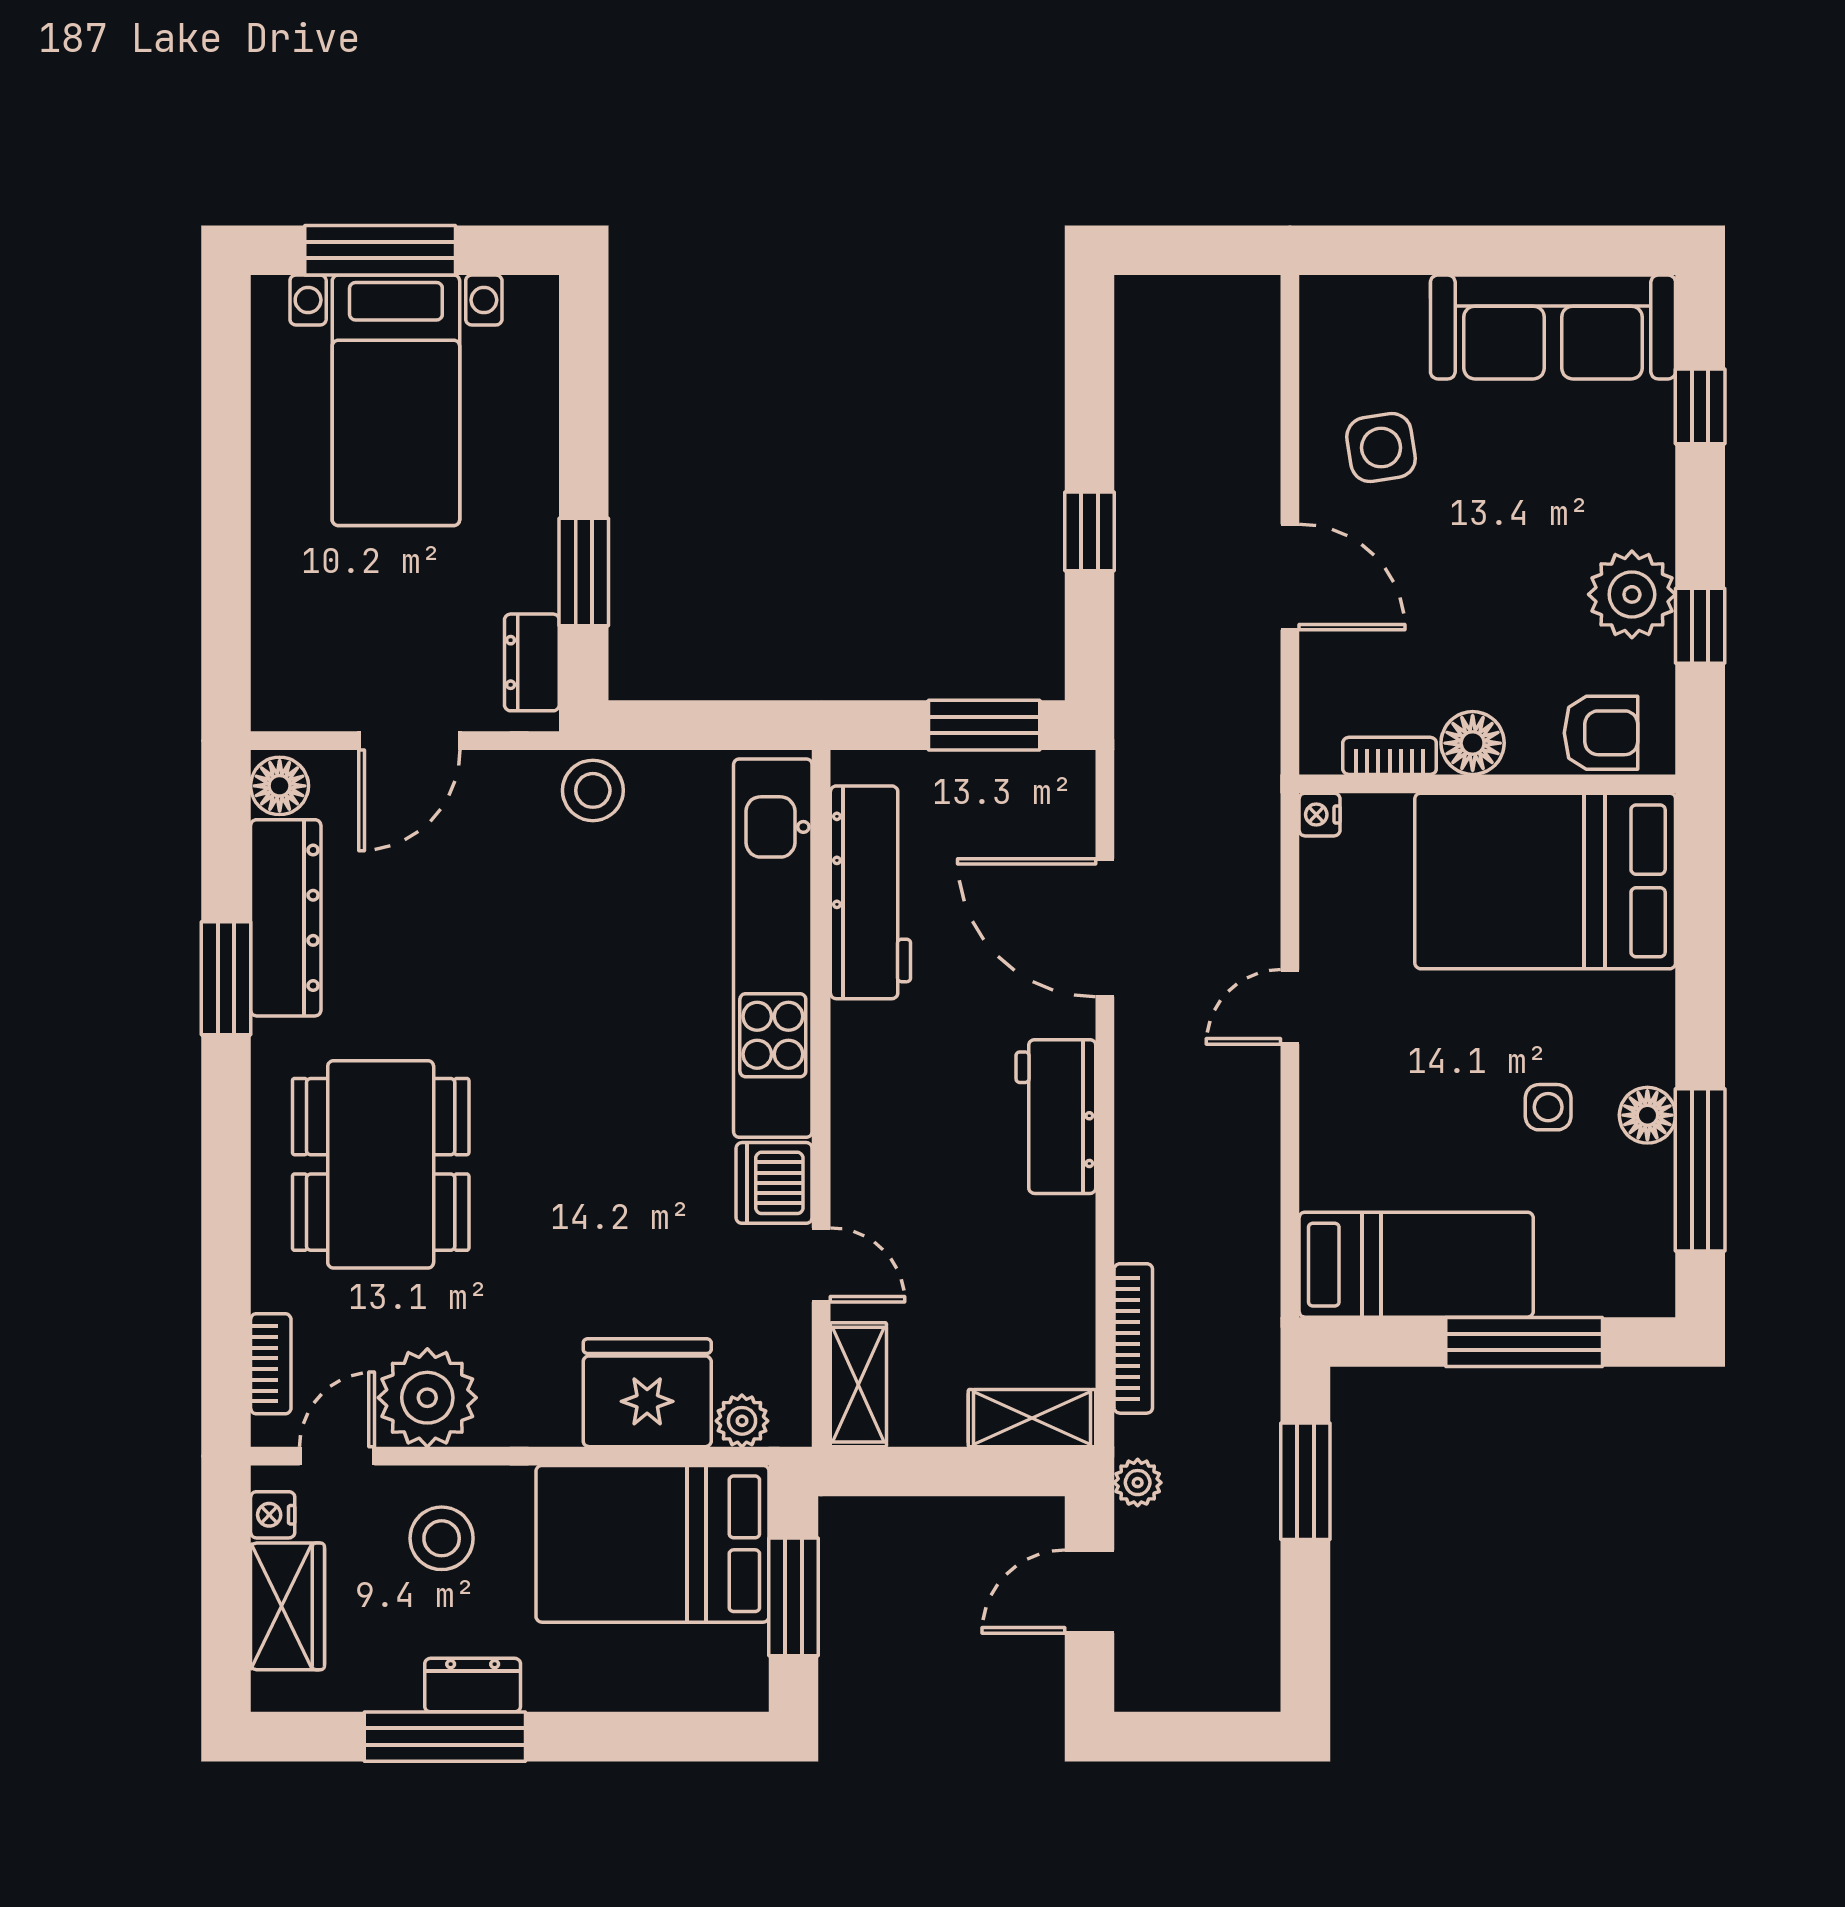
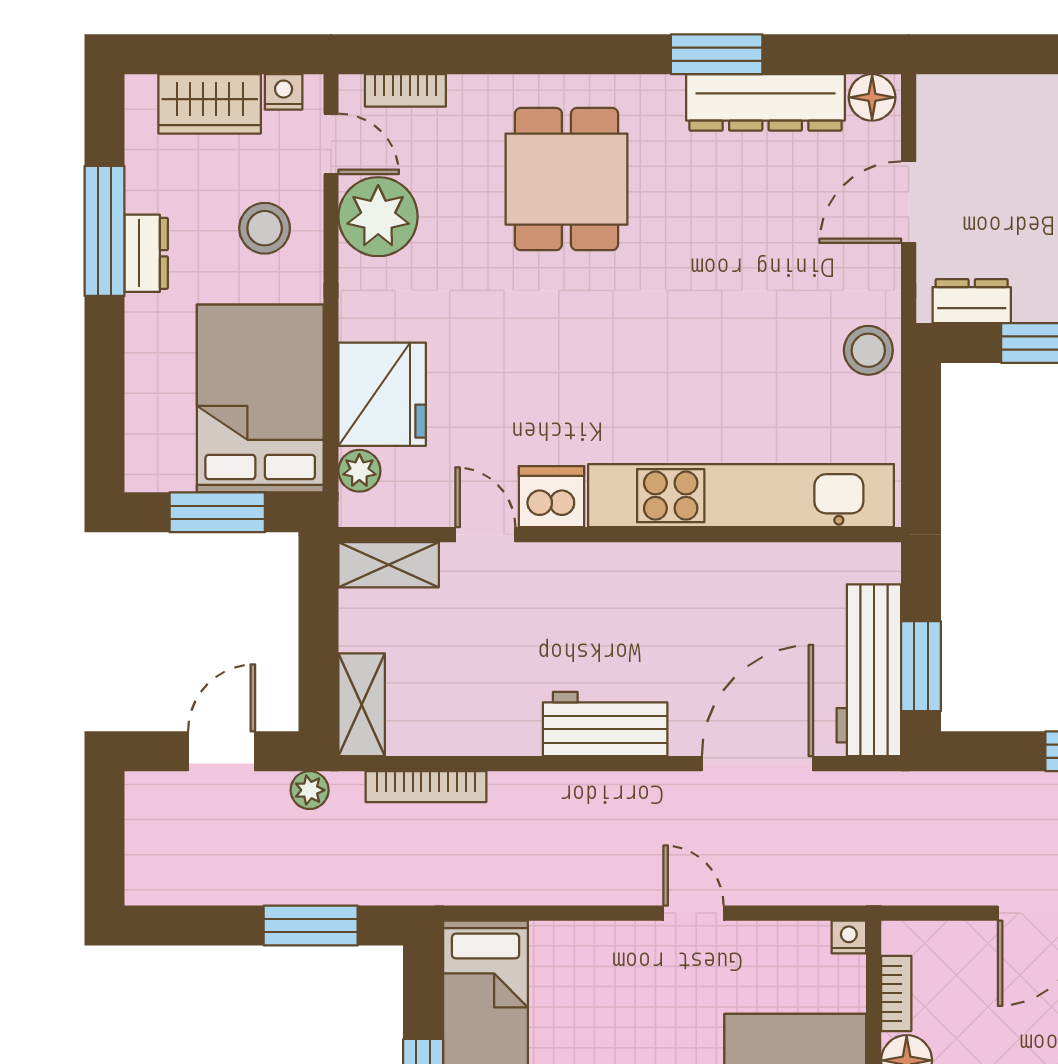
door: (409, 741) -> (909, 202), hinge flipped
workbench: (870, 892) -> (869, 670), moved, turned 90
dining table: (381, 1164) -> (566, 179), width x0.73
door: (821, 1265) -> (485, 535), swing flipped
door: (1090, 1592) -> (222, 751), hinge flipped

